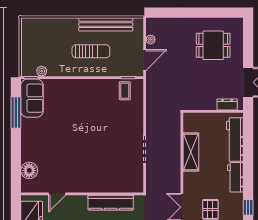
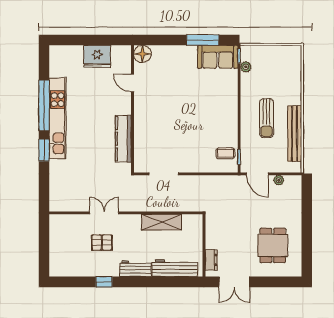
door: (57, 194) -> (132, 83), moved
wall: (82, 194) -> (132, 109), moved
kitchen counter: (111, 203) -> (123, 139), moved

